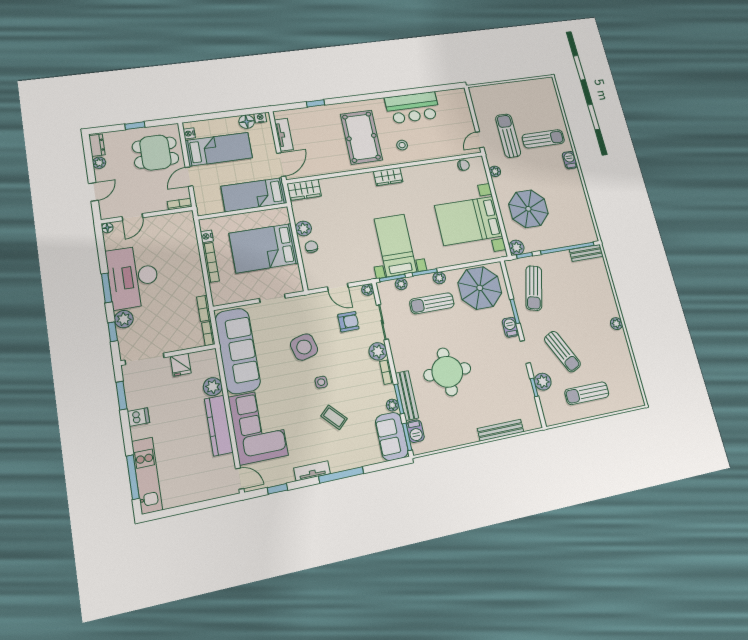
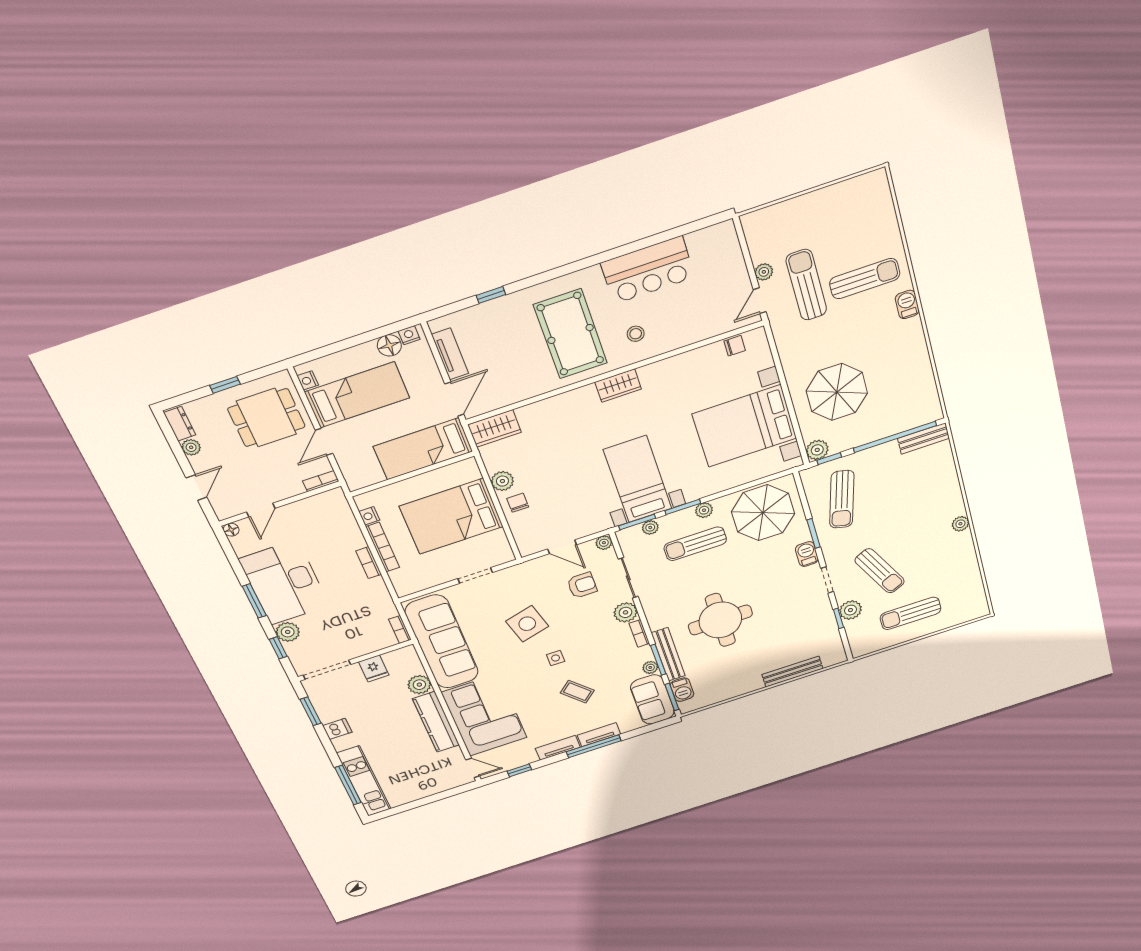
plant: (495, 171) -> (764, 272), moved
bookcase: (204, 308) -> (369, 563), moved
tv unit: (347, 464) -> (599, 735), added

